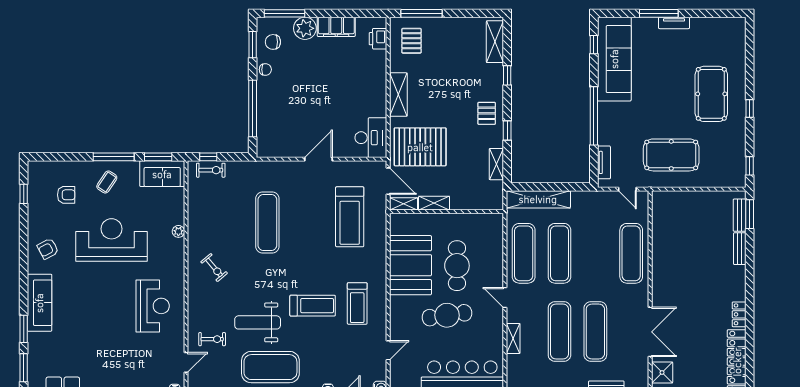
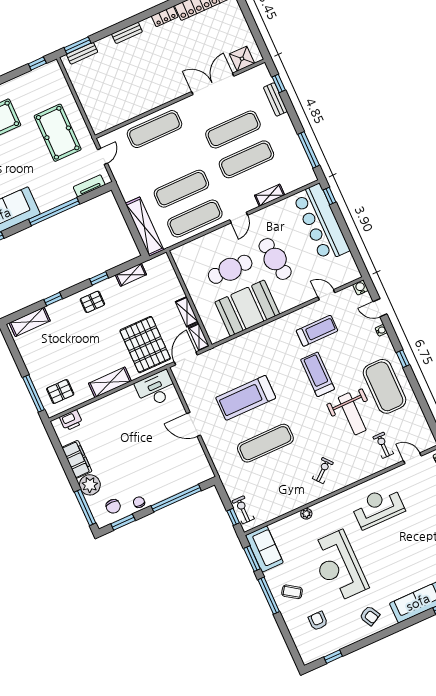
treadmill: (350, 217) -> (246, 398), moved, turned 180
bench: (740, 249) -> (127, 33), moved
treadmill: (357, 303) -> (317, 331), moved

